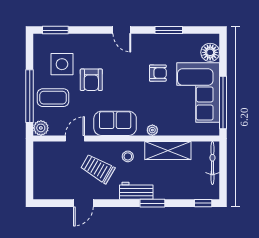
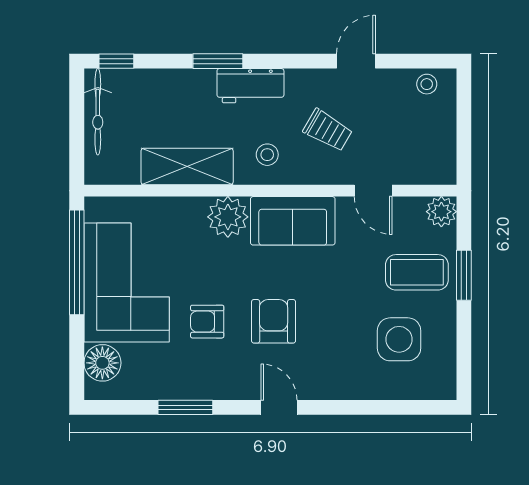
window: (55, 30) -> (412, 407), removed
armchair: (91, 80) -> (274, 321), moved
window: (30, 96) -> (464, 275), width x0.47
plant: (152, 130) -> (228, 217), width x1.87, depth x1.87
door: (75, 138) -> (373, 191), hinge flipped
bicycle: (212, 163) -> (98, 112), moved
trolley: (98, 169) -> (328, 130), width x0.73, depth x0.72
stool: (48, 192) -> (427, 84), added

